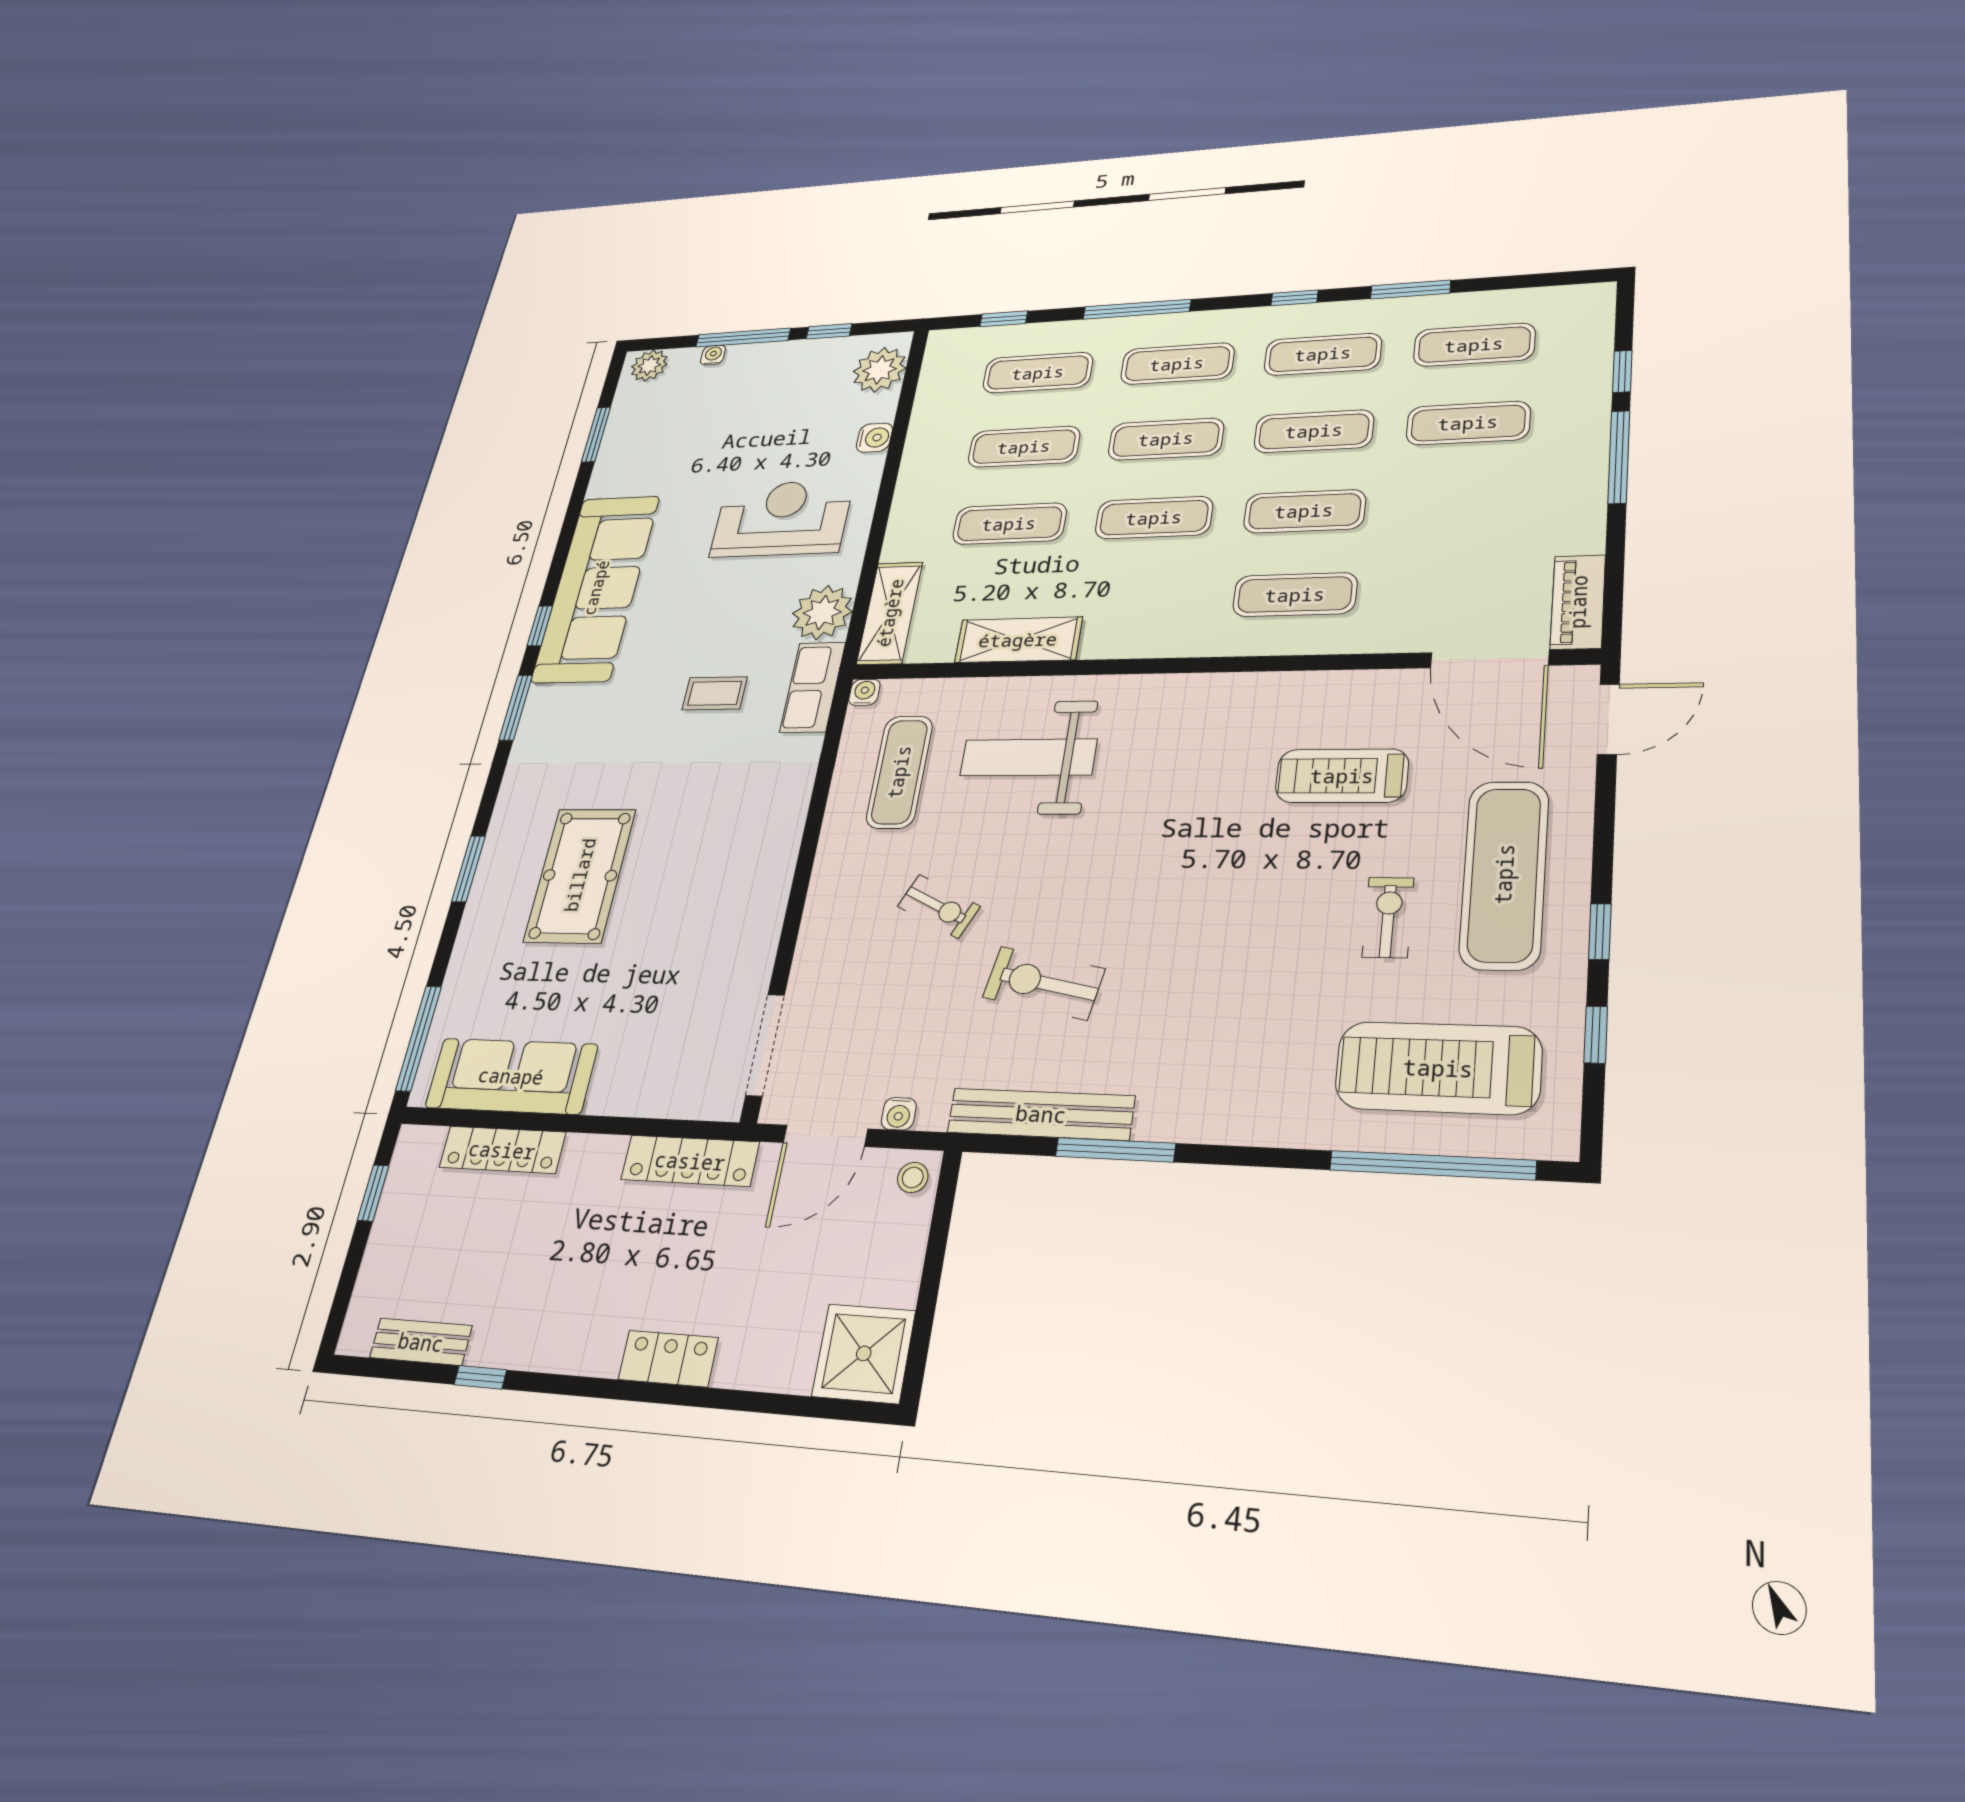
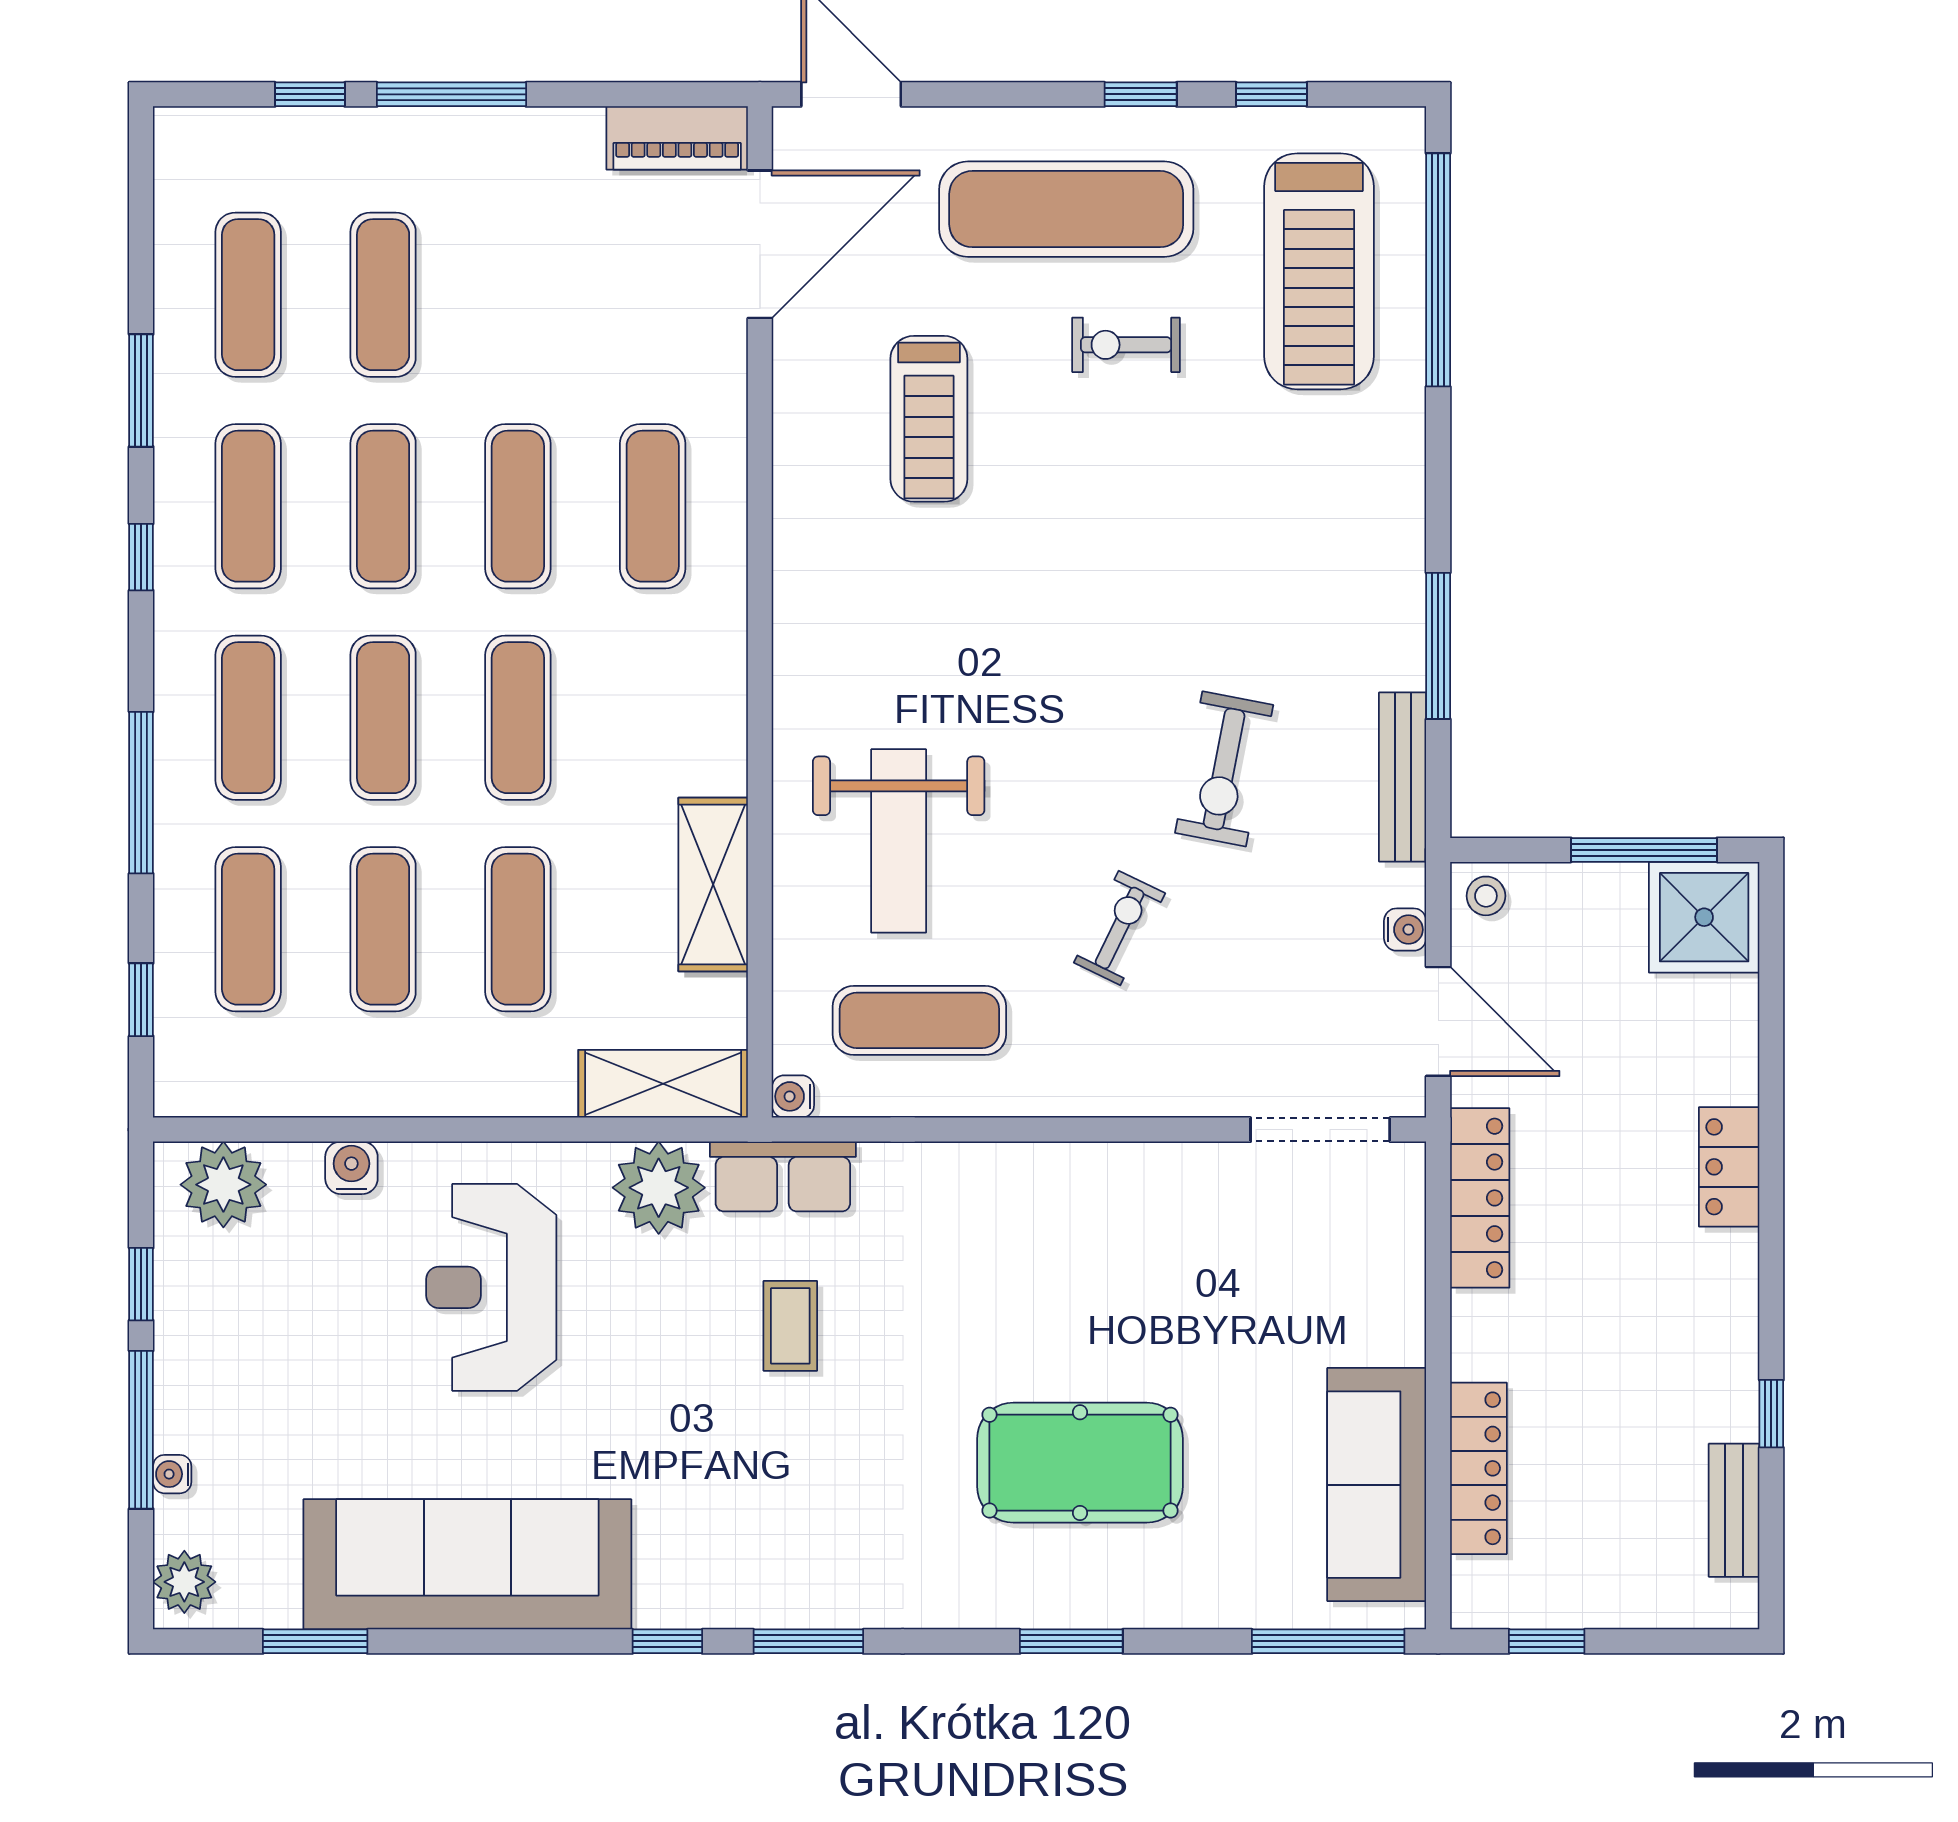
sofa: (596, 588) -> (467, 1564), moved
bench: (1041, 1114) -> (1403, 777), width x0.73, depth x0.82
window: (926, 1307) -> (1644, 850), added

